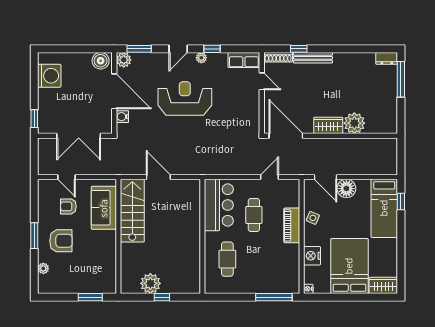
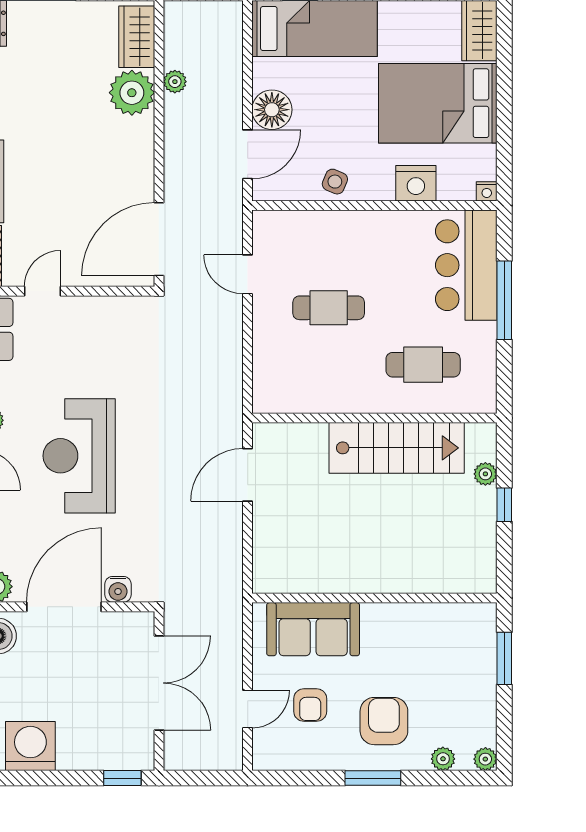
wardrobe: (328, 125) -> (137, 37), moved
plant: (360, 143) -> (175, 82), added
door: (158, 177) -> (248, 475), moved
bar counter: (219, 205) -> (466, 265), moved, turned -90
stairs: (132, 211) -> (397, 448), moved, turned 180
piano: (292, 225) -> (351, 227), removed
plant: (150, 283) -> (485, 474), moved, width x0.53, depth x0.53
plant: (43, 288) -> (485, 759), added
window: (274, 297) -> (504, 300), moved

